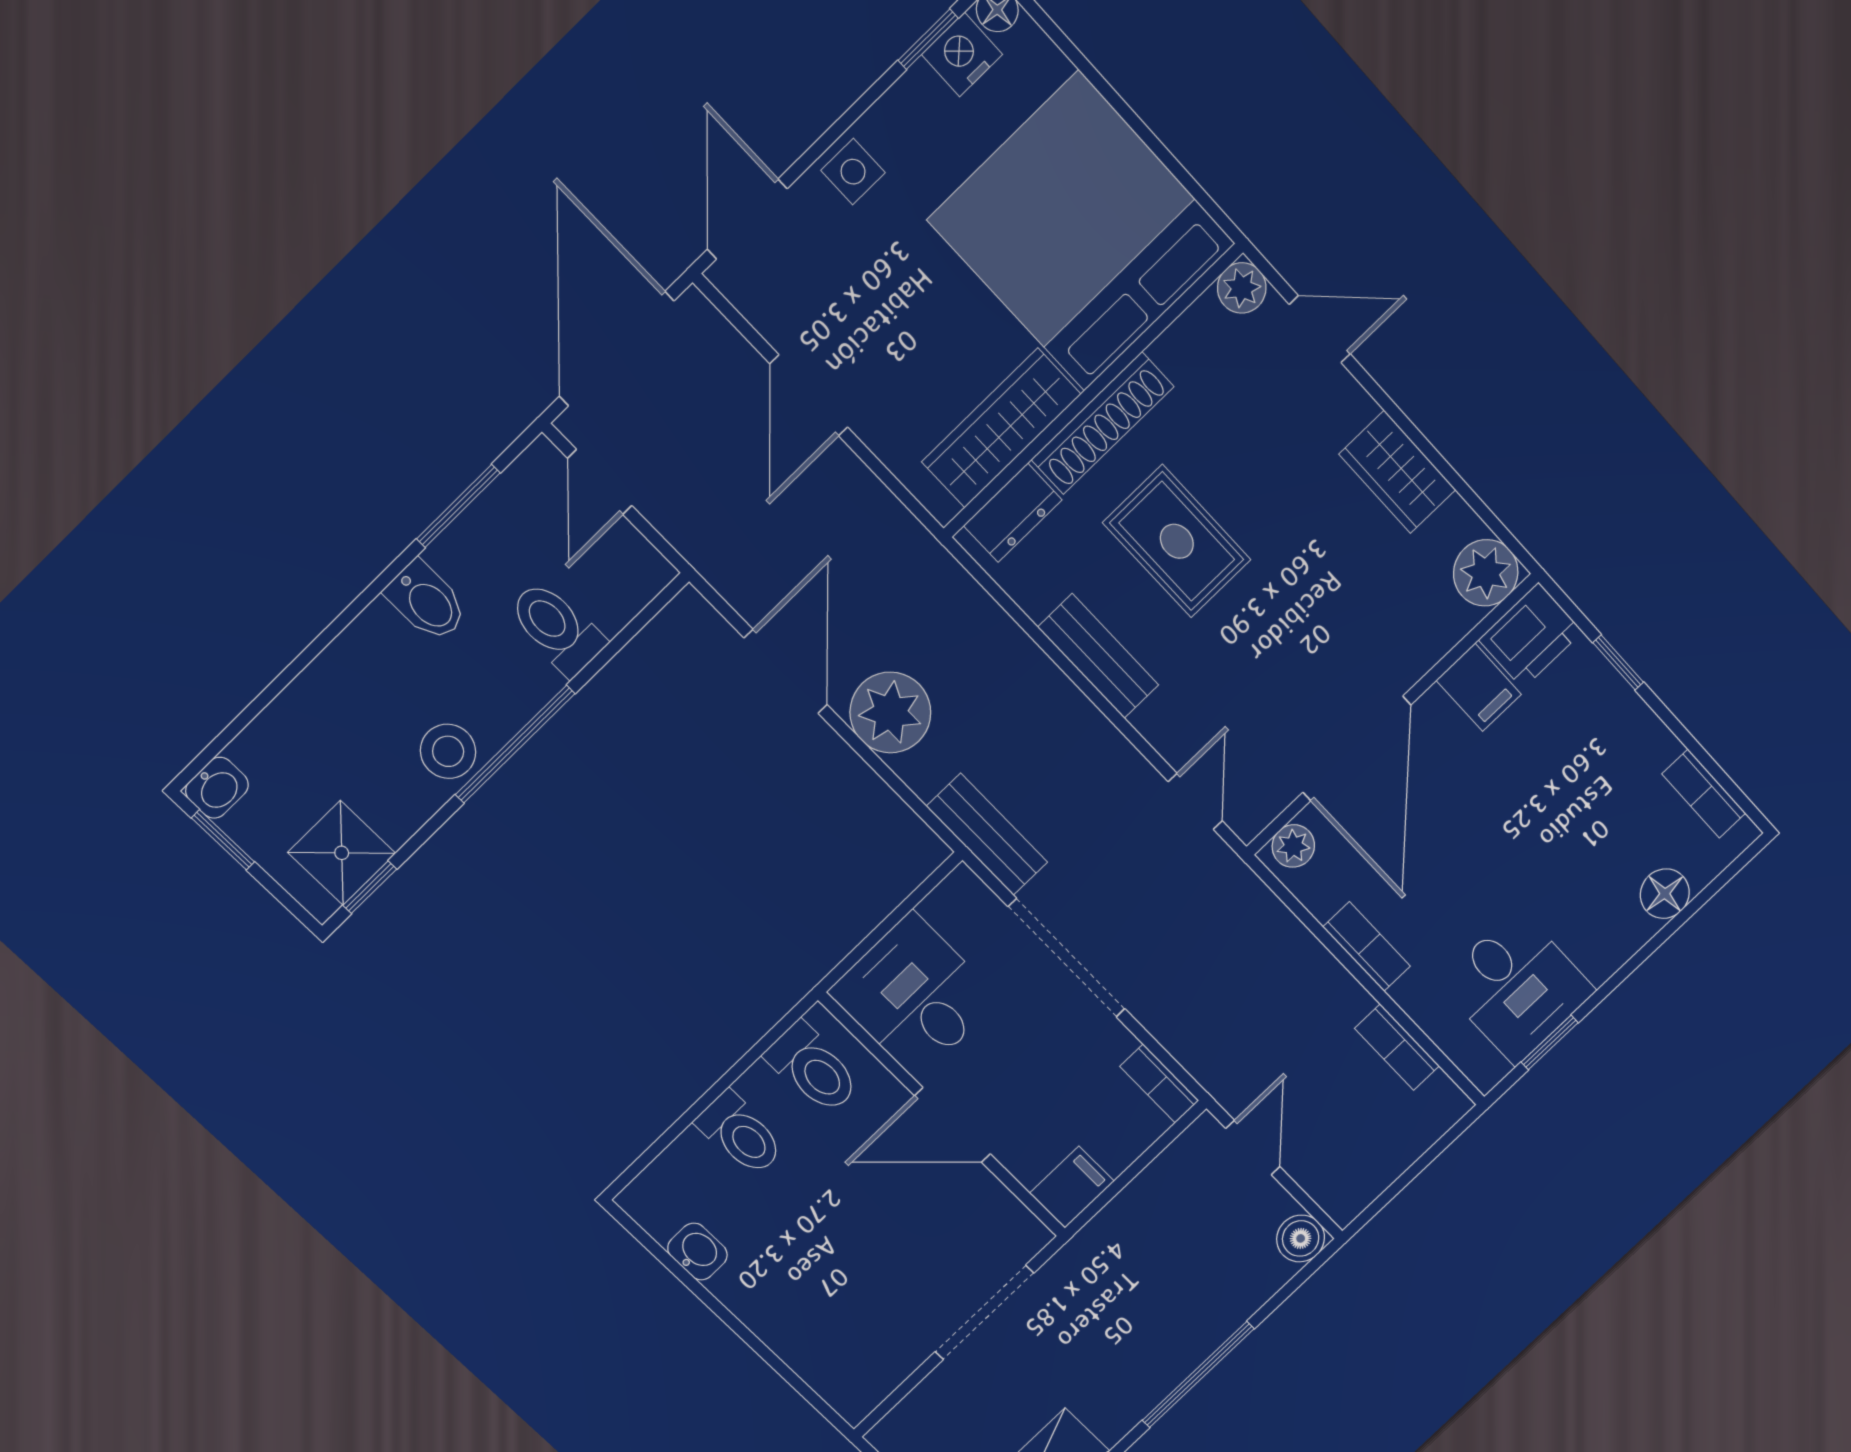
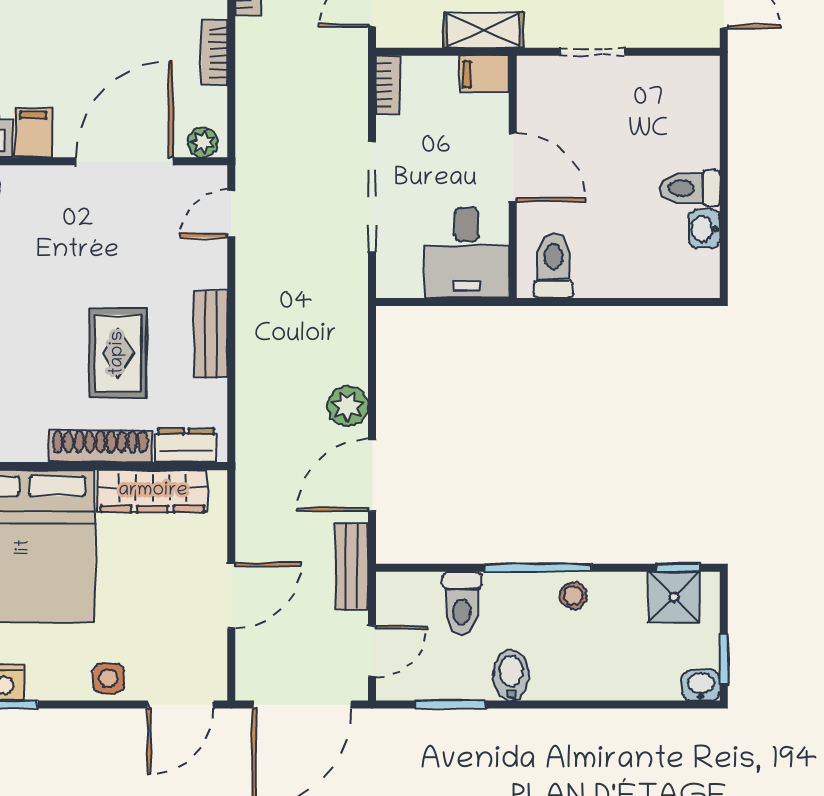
plant: (890, 713) -> (348, 406), width x0.73, depth x0.73
stool: (448, 751) -> (573, 595), width x0.73, depth x0.73
bench: (987, 834) -> (351, 567), moved
toilet: (740, 1134) -> (690, 188), moved, turned -90
shelving: (1115, 1229) -> (484, 30), added
doorway: (984, 1312) -> (593, 52), width x0.73

